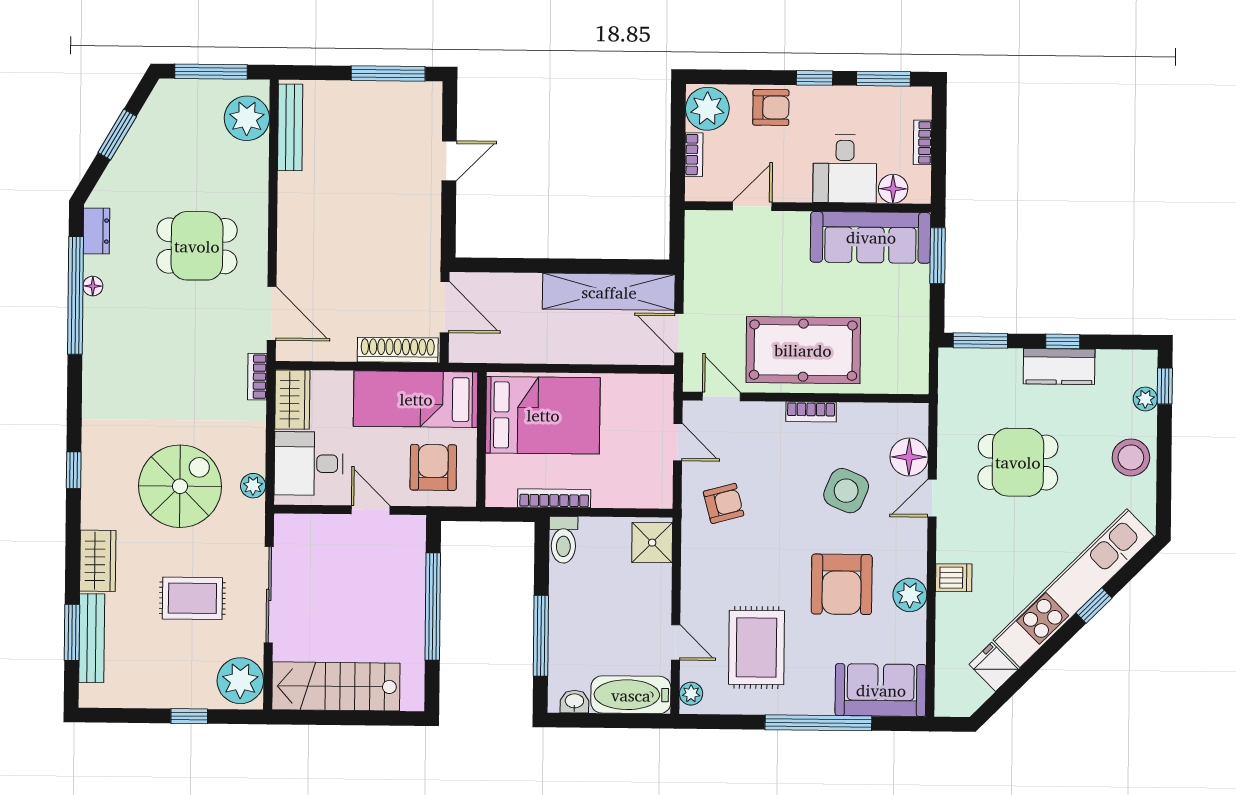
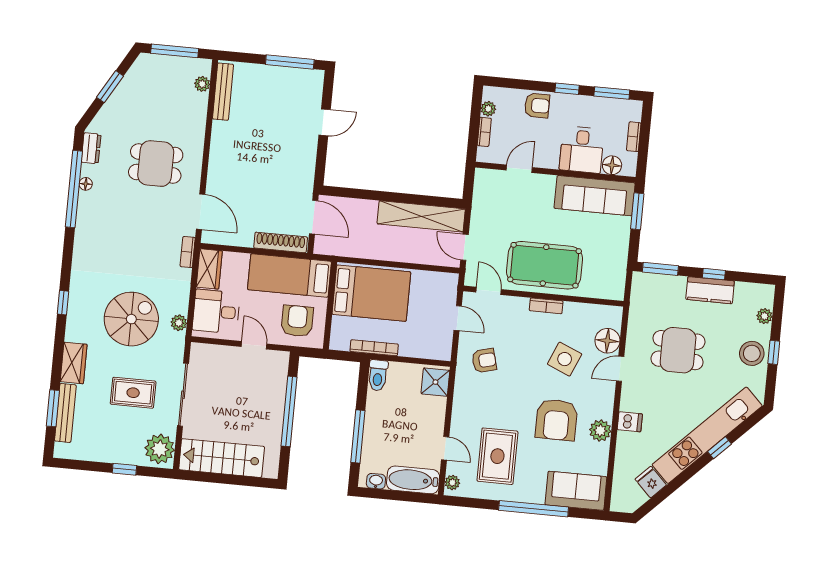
plant: (707, 109) -> (488, 109), width x0.53, depth x0.53
plant: (247, 118) -> (202, 84), width x0.53, depth x0.53
window: (1165, 386) -> (774, 352), moved

